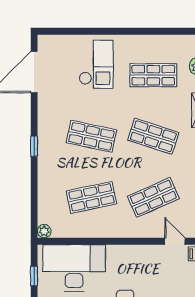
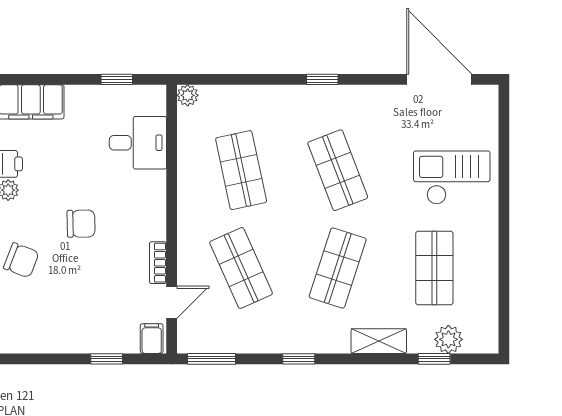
checkout: (96, 64) -> (452, 178), turned 180
shop shelf: (91, 136) -> (338, 170), turned -33
bookcase: (150, 250) -> (158, 263), added
desk: (74, 268) -> (138, 143), width x0.53, depth x0.77

